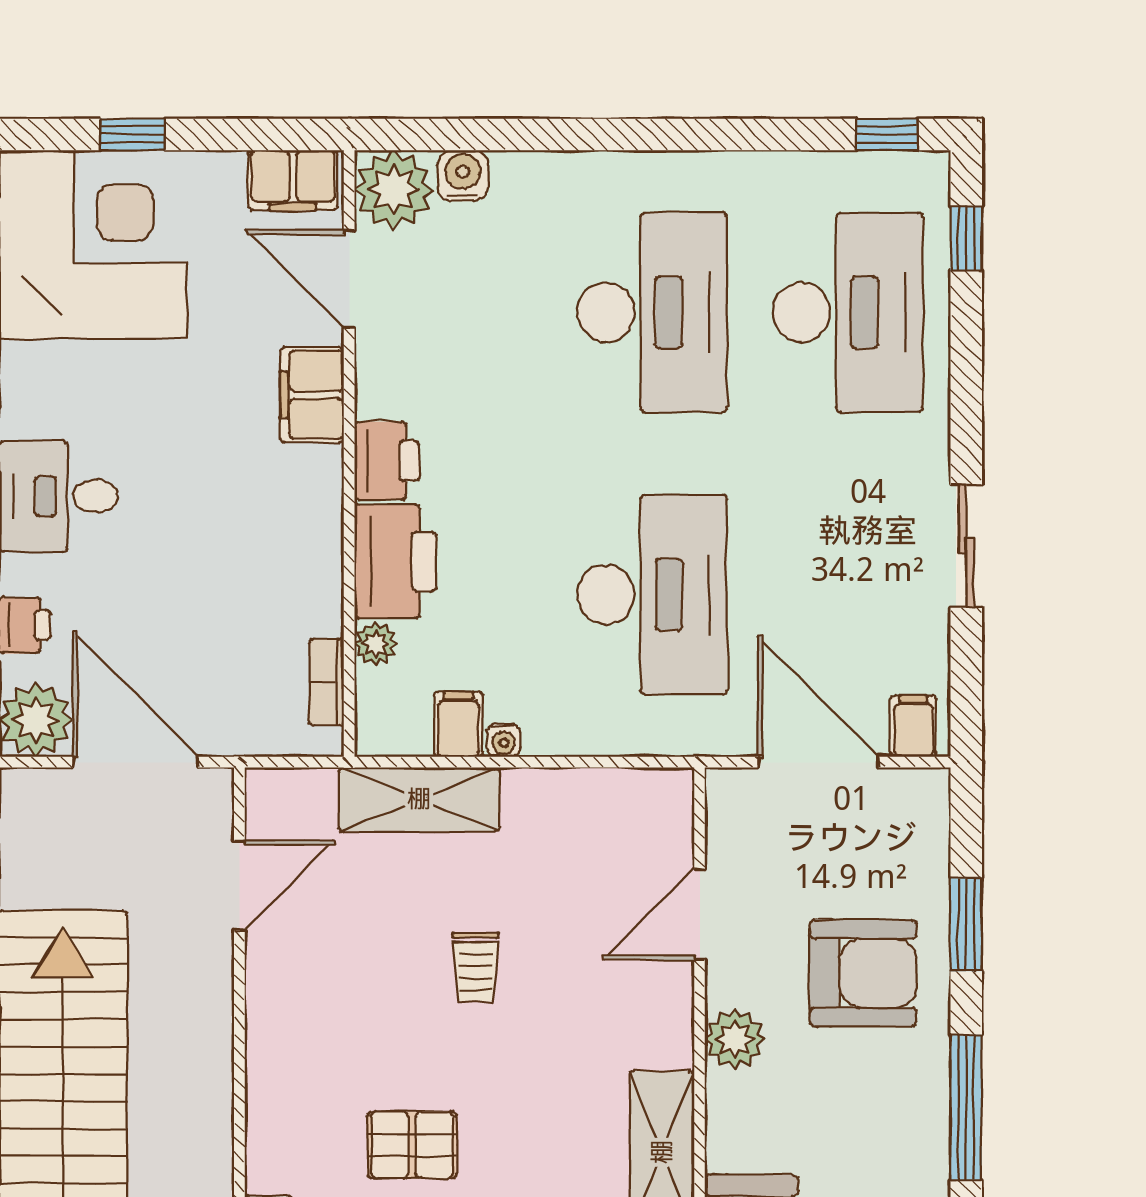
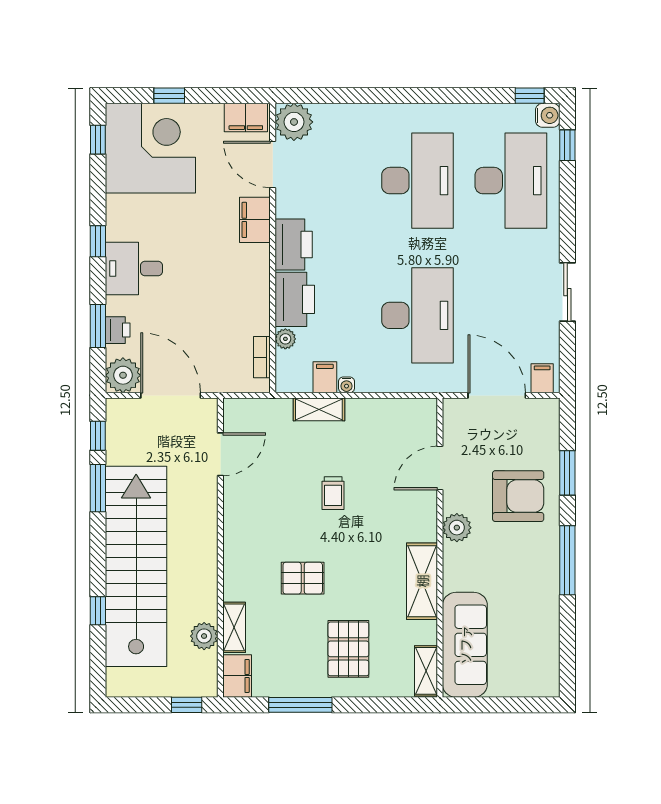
water cooler: (463, 176) -> (548, 115), moved, turned 90
printer: (387, 461) -> (294, 244), width x1.37, depth x1.19
shelving: (419, 799) -> (319, 409), width x0.67, depth x0.75

